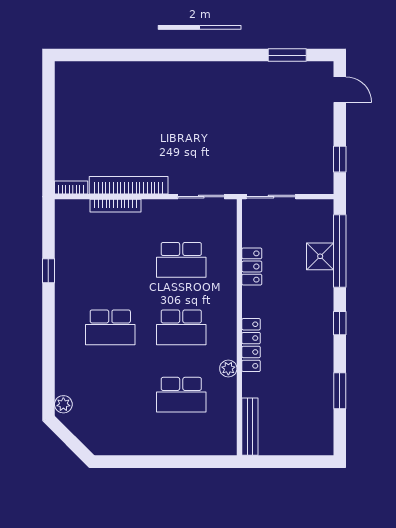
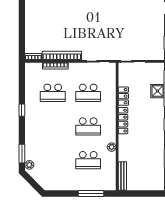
window: (48, 271) -> (22, 110), moved
school desk: (110, 327) -> (53, 93), moved
locker: (251, 345) -> (123, 121), moved
window: (48, 382) -> (22, 154), added
window: (187, 462) -> (91, 194), added

